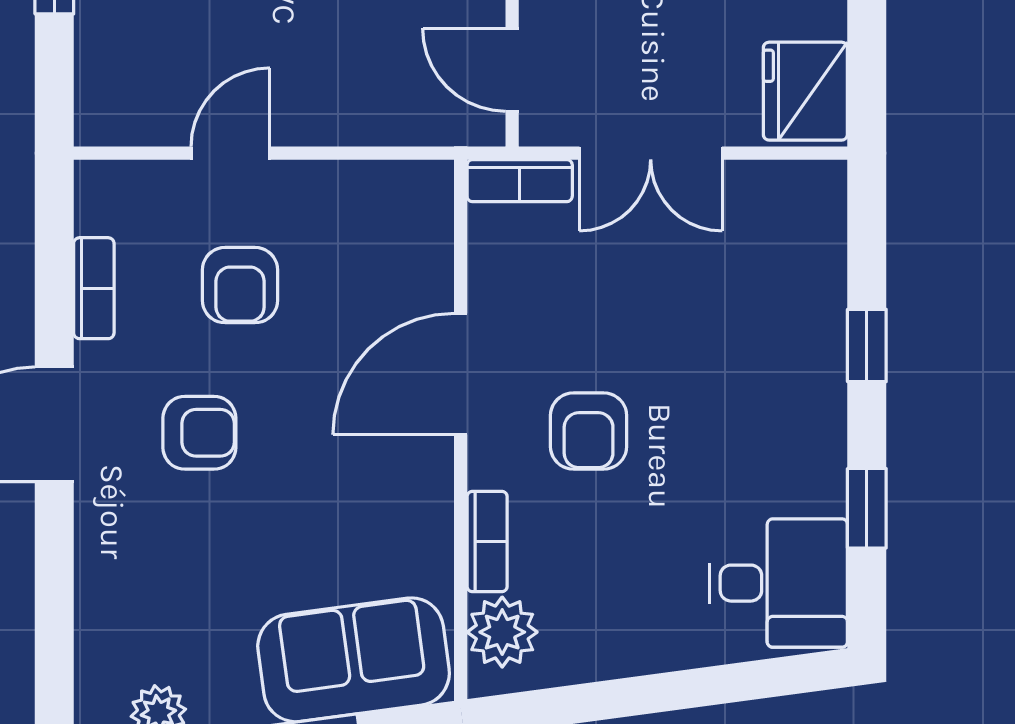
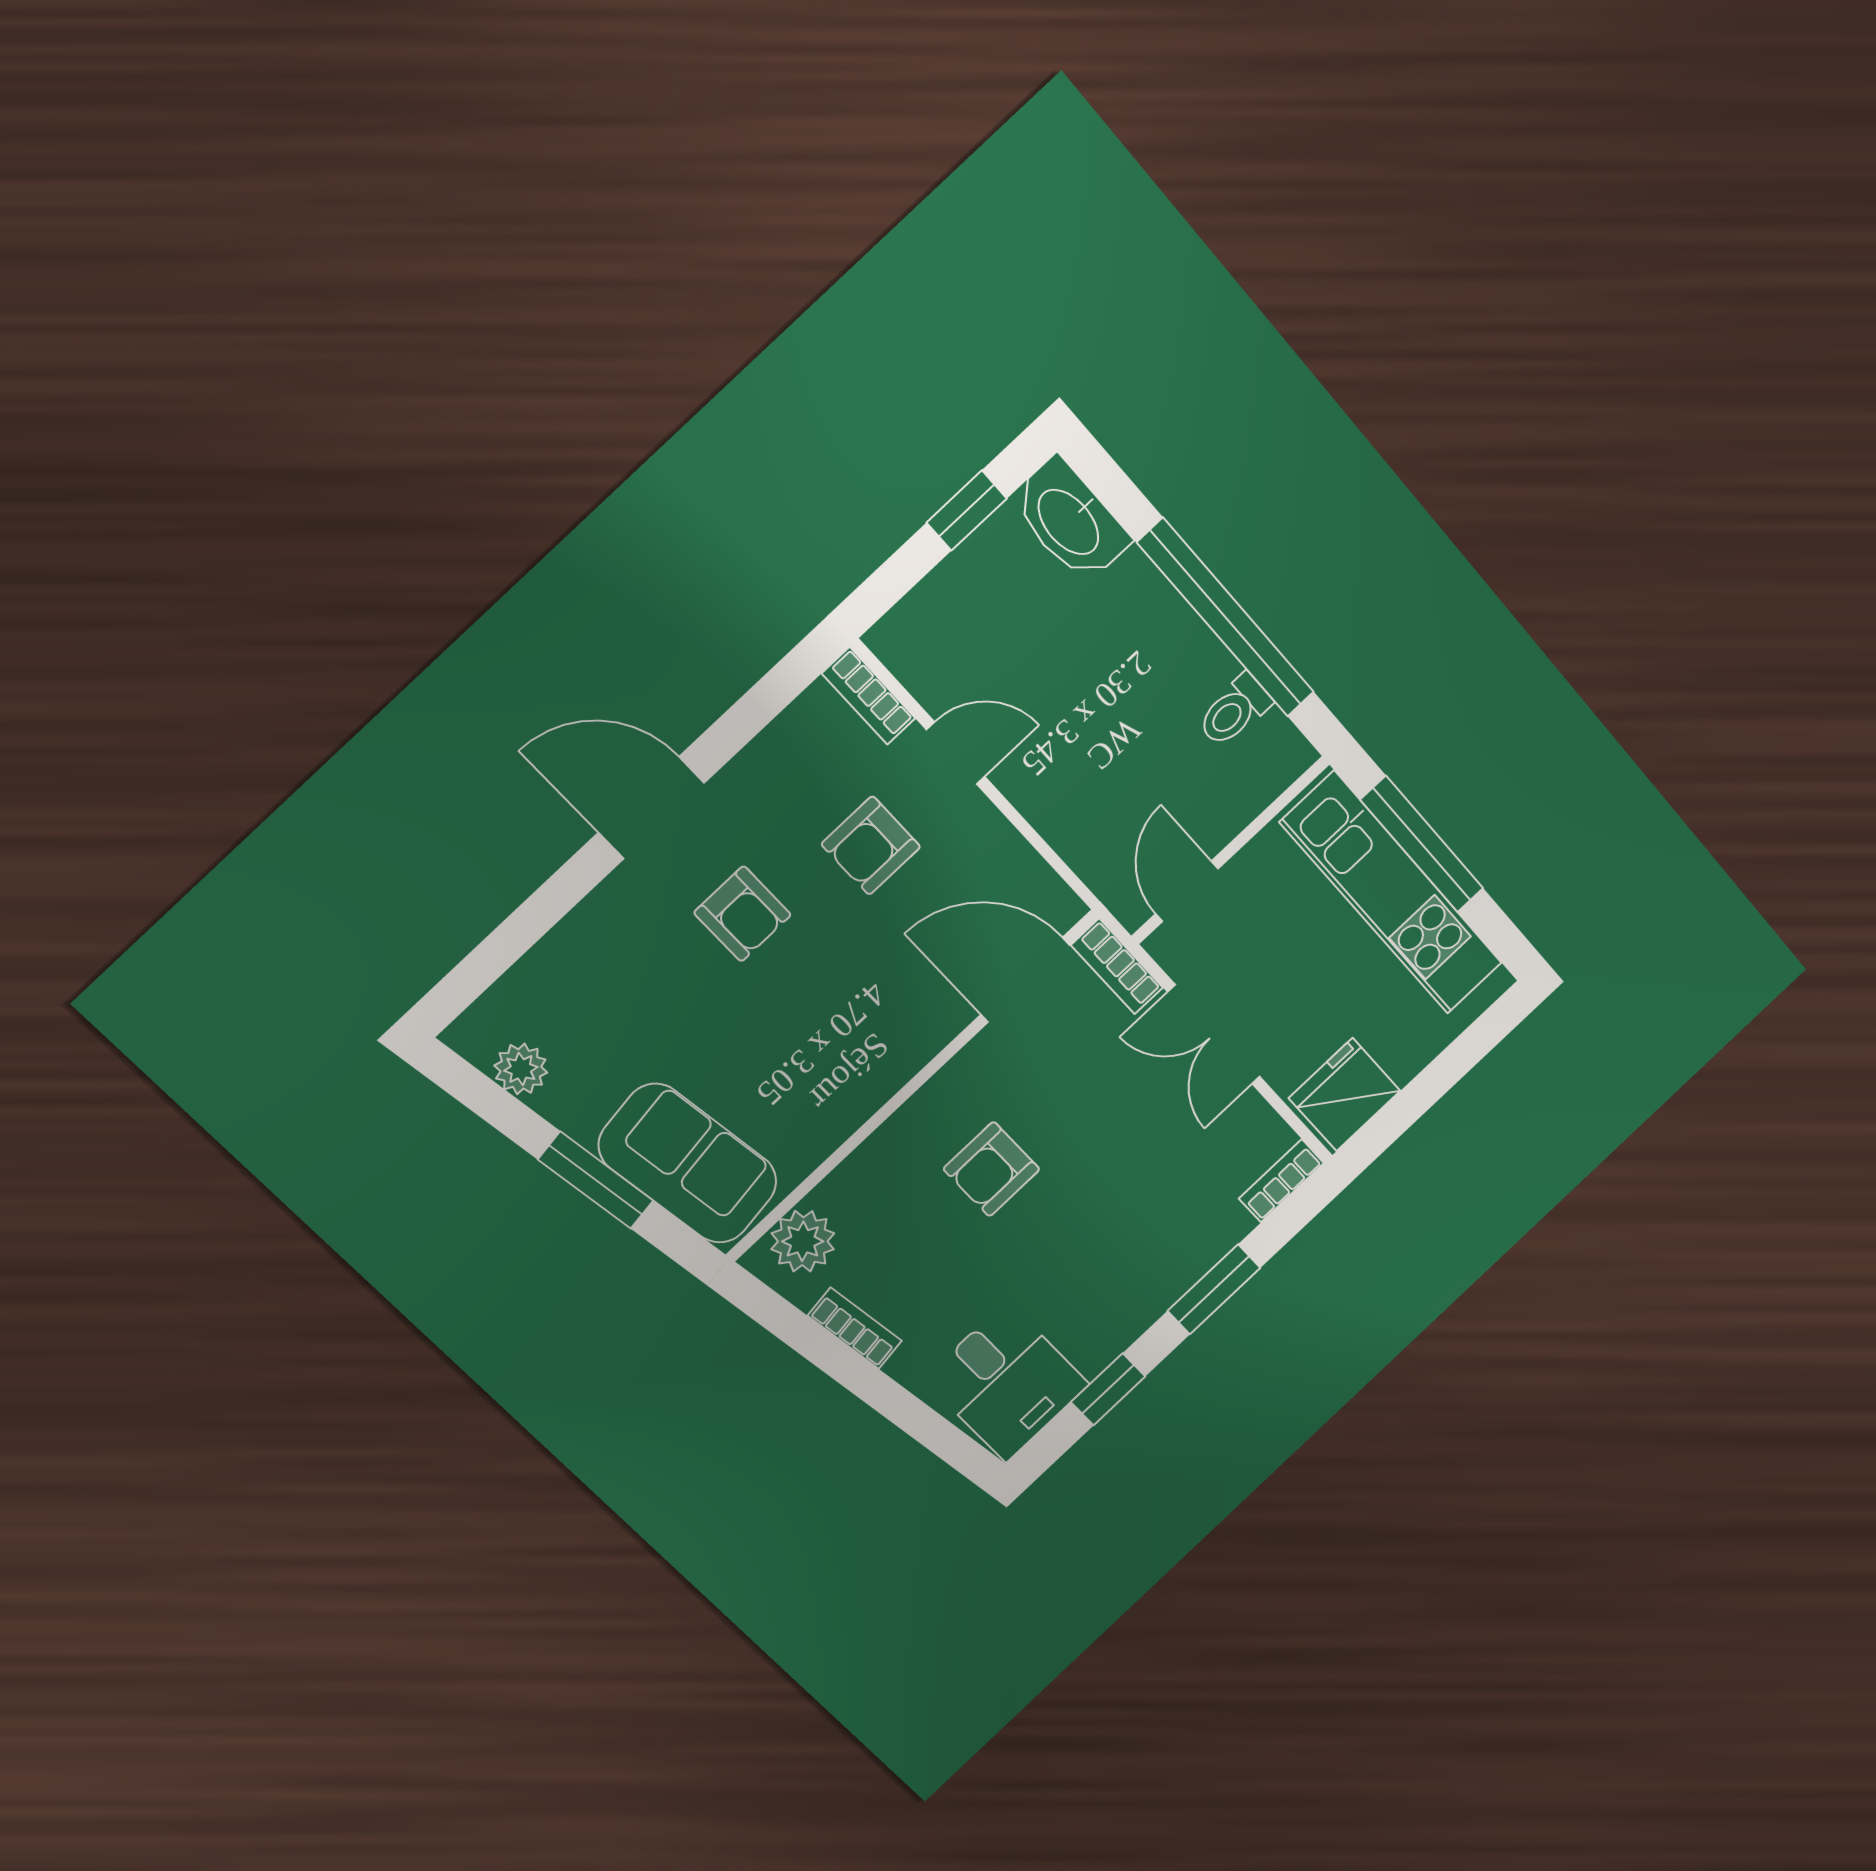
bookcase: (828, 208) -> (1281, 1181), added
bookcase: (94, 288) -> (869, 696), moved, turned 90
window: (867, 346) -> (1214, 1289), width x1.50
door: (461, 374) -> (1025, 980), moved
bookcase: (487, 542) -> (855, 1328), moved, turned -98

